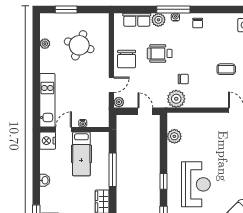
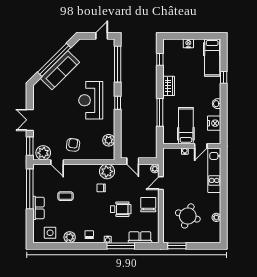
window: (66, 9) -> (177, 246), moved
window: (173, 9) -> (121, 246), moved
plant: (158, 20) -> (70, 237), moved
armchair: (217, 131) -> (73, 145), added
nightstand: (48, 141) -> (214, 123), moved

